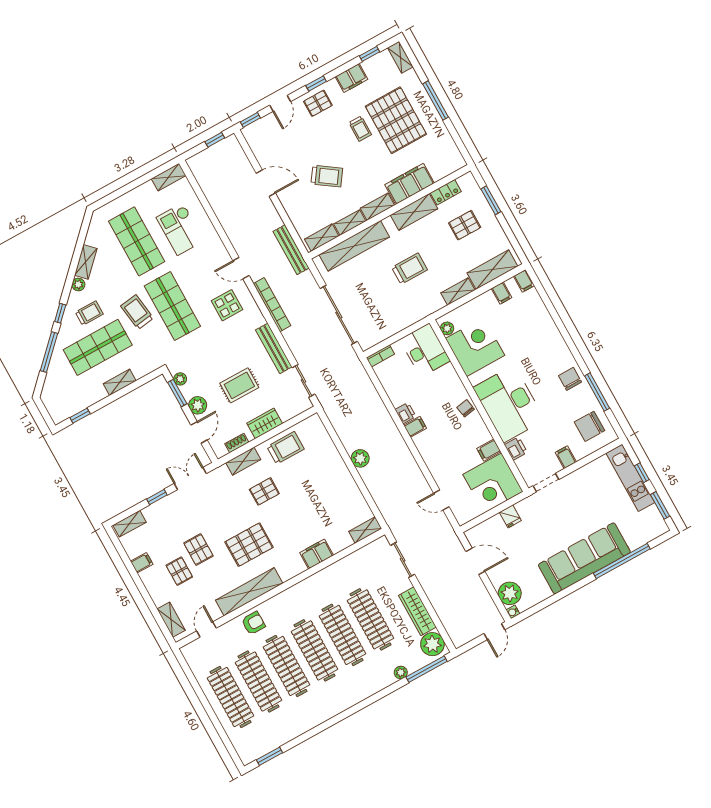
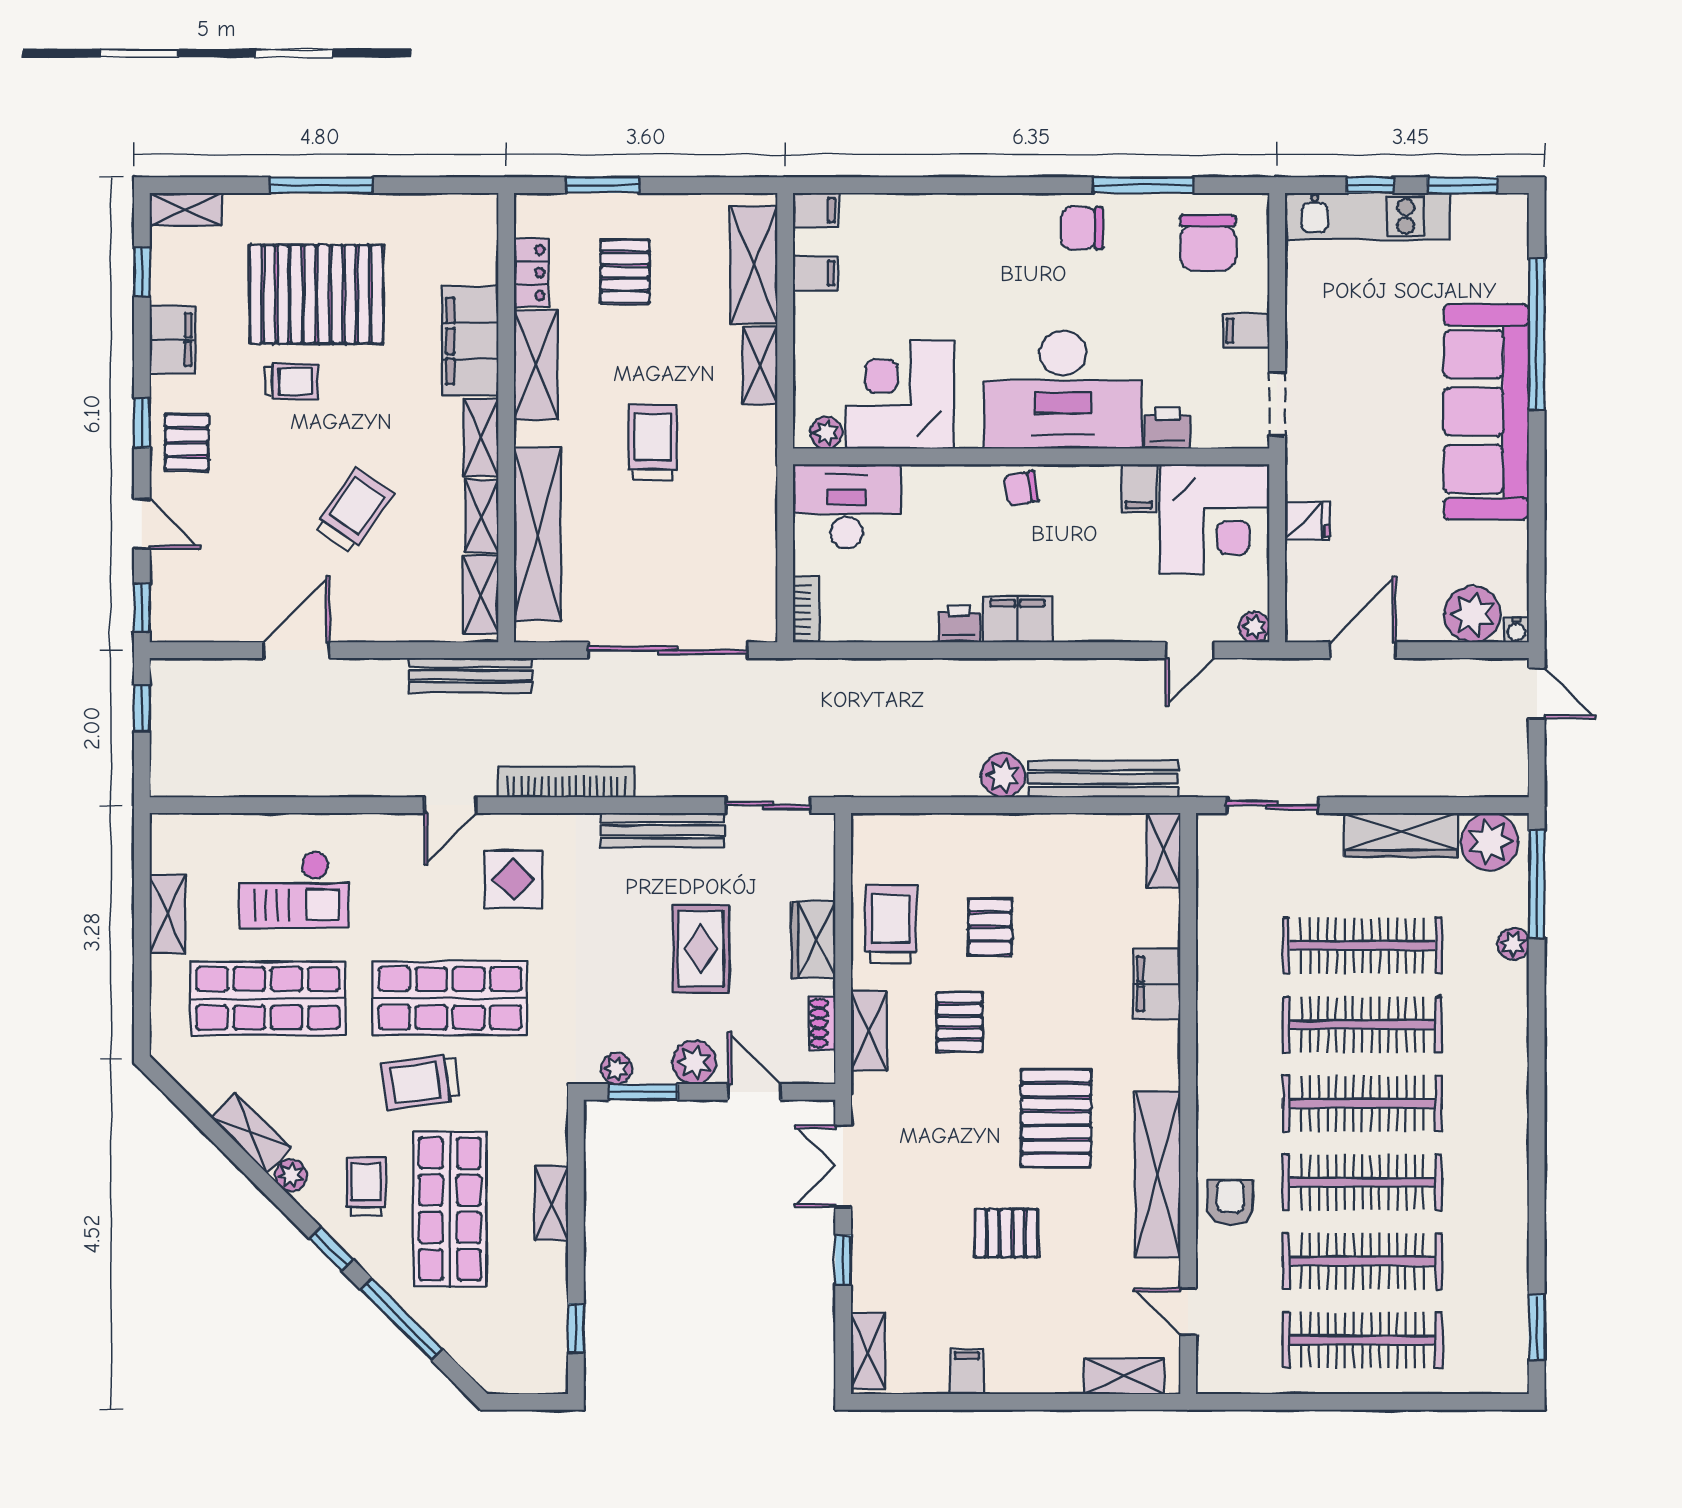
shelving: (169, 177) -> (167, 914), moved
filing cabinet: (415, 427) -> (1018, 619), width x2.00
bench: (379, 495) -> (1103, 779), added
plant: (462, 518) -> (1254, 627), added
pallet: (179, 571) -> (990, 927), moved, turned 90

